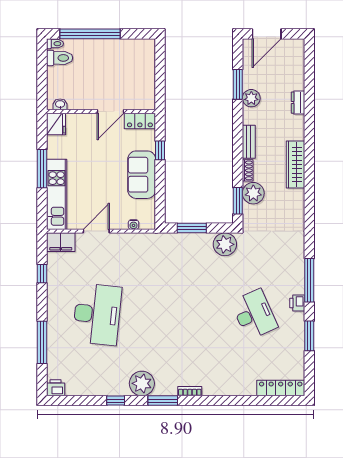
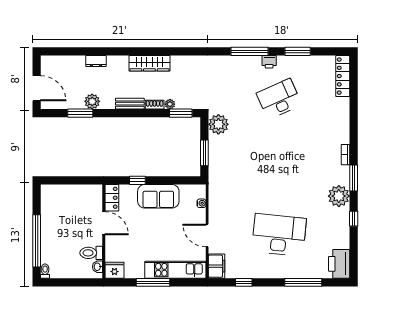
toilet: (60, 58) -> (91, 253), moved, turned -90
plant: (253, 193) -> (170, 104), width x0.53, depth x0.53
printer: (56, 388) -> (339, 264), width x1.87, depth x1.48

